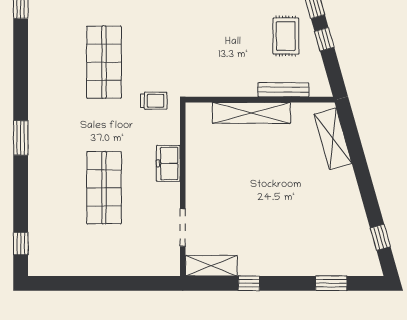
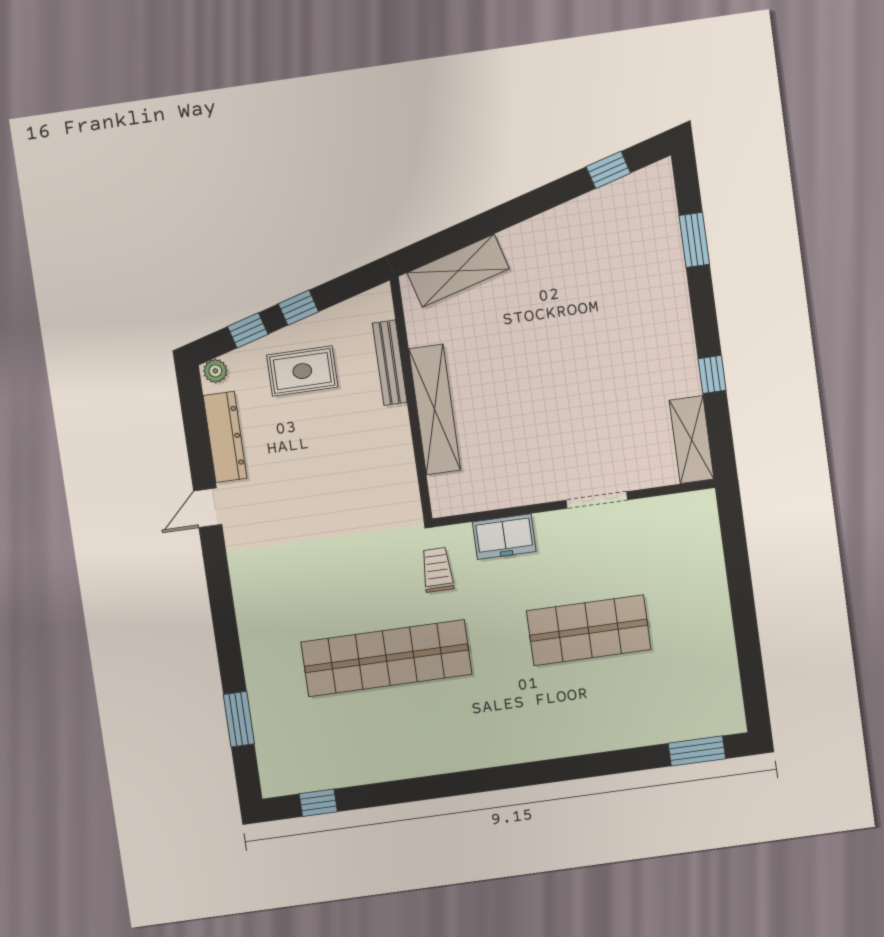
shop shelf: (104, 62) -> (386, 658), width x1.40
window: (21, 138) -> (527, 774), removed
freezer: (168, 163) -> (504, 537), moved
doorway: (183, 228) -> (597, 500), moved
window: (21, 244) -> (697, 751), width x1.50

